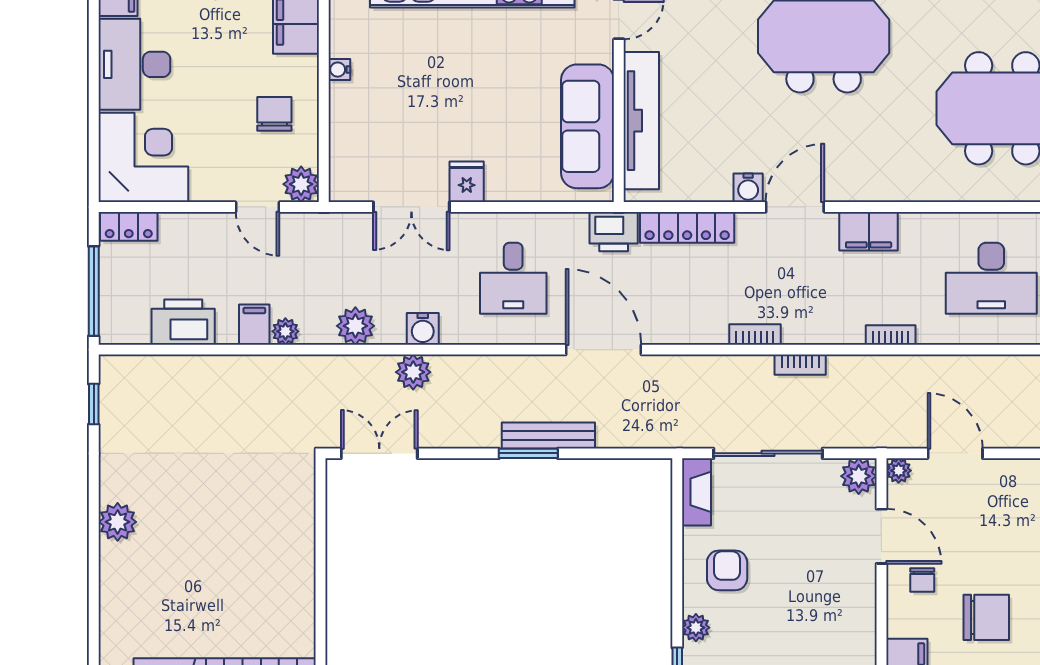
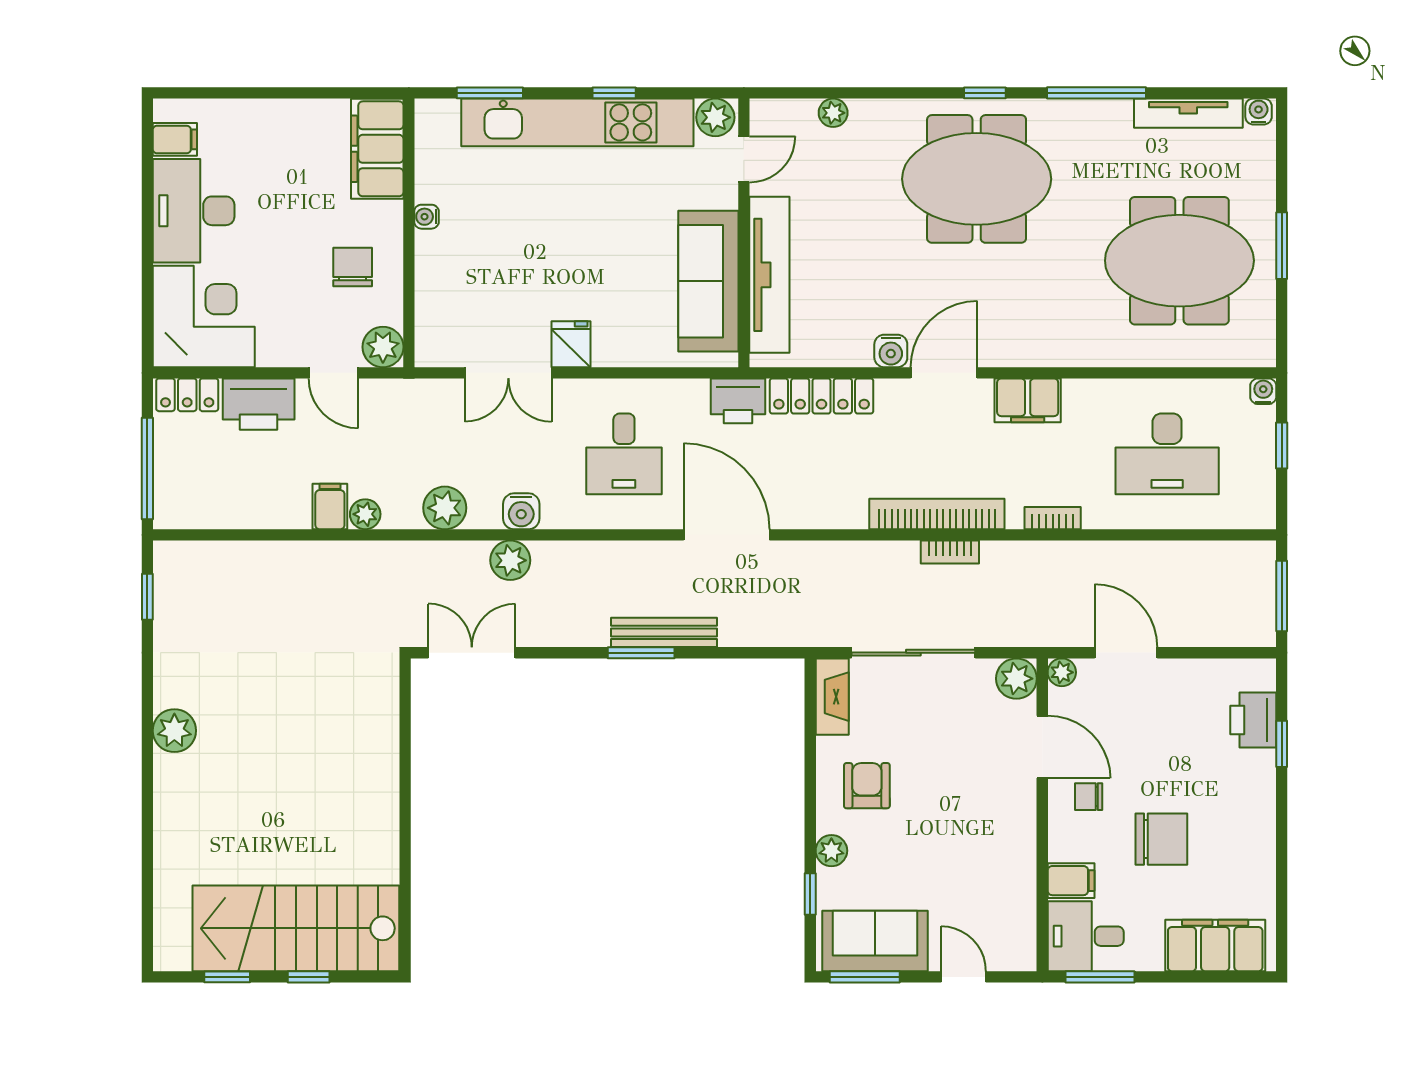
printer: (183, 322) -> (259, 404), moved, turned 180
bookcase: (755, 334) -> (937, 514), width x2.31, depth x1.31
chair: (922, 580) -> (1089, 797), turned 90

